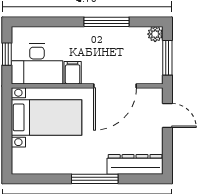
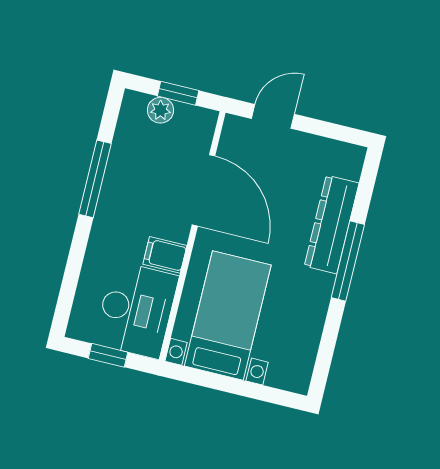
plant: (155, 34) -> (160, 110), moved
window: (167, 58) -> (178, 93), width x0.67
dresser: (135, 164) -> (332, 225), moved

